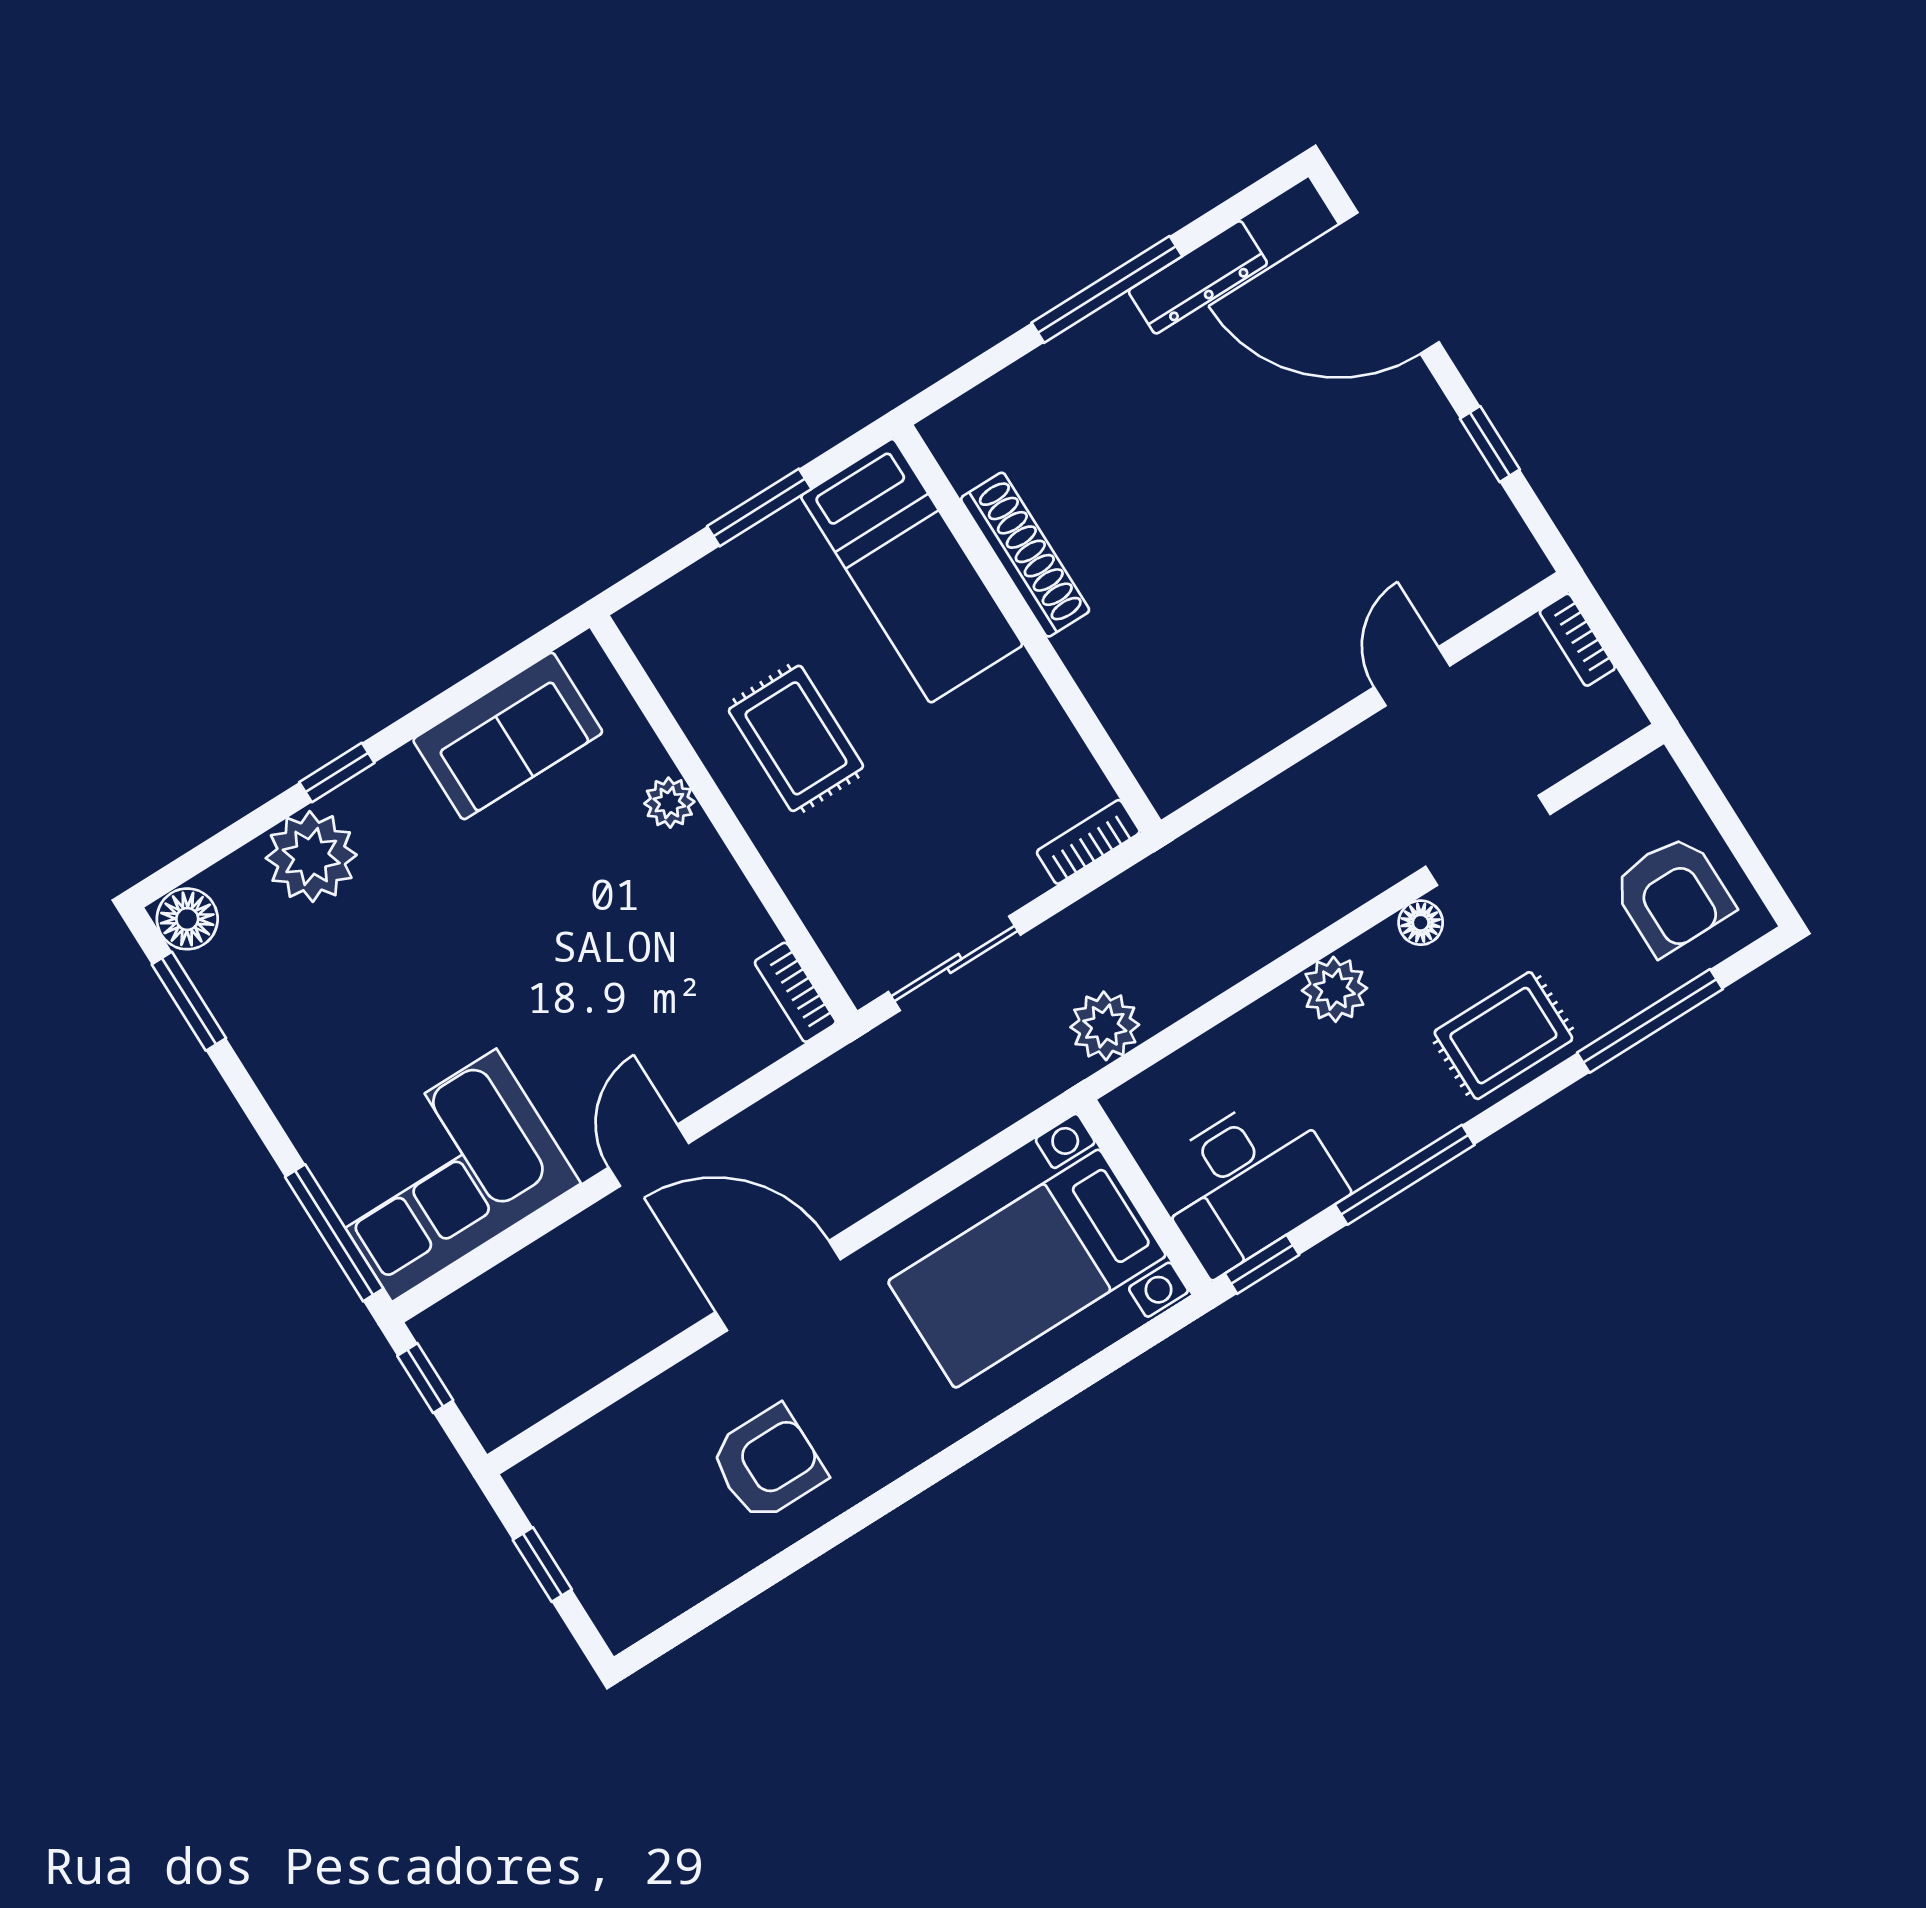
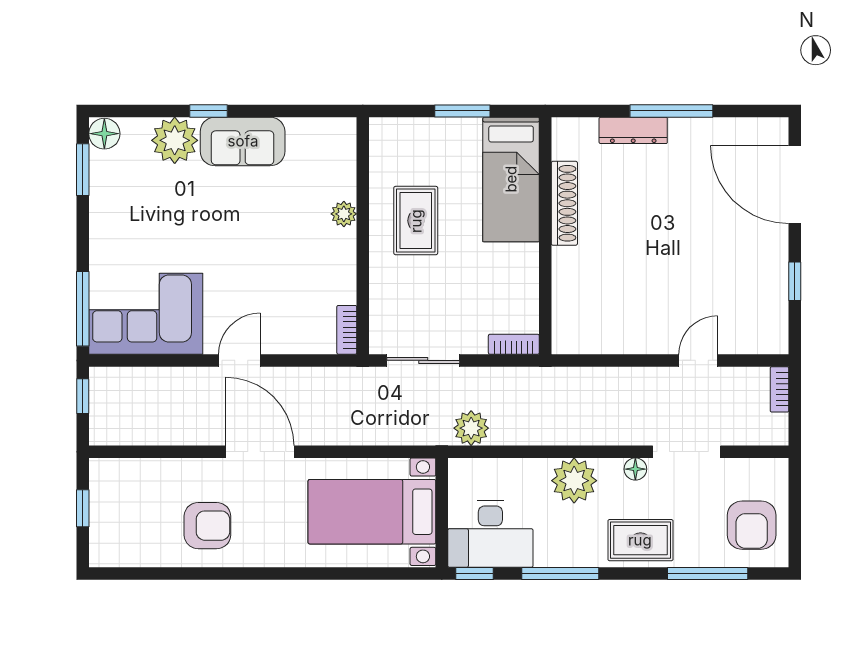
dresser: (1198, 277) -> (633, 130), moved
sofa: (508, 736) -> (243, 141), moved
plant: (1334, 989) -> (574, 481), width x1.36, depth x1.36

